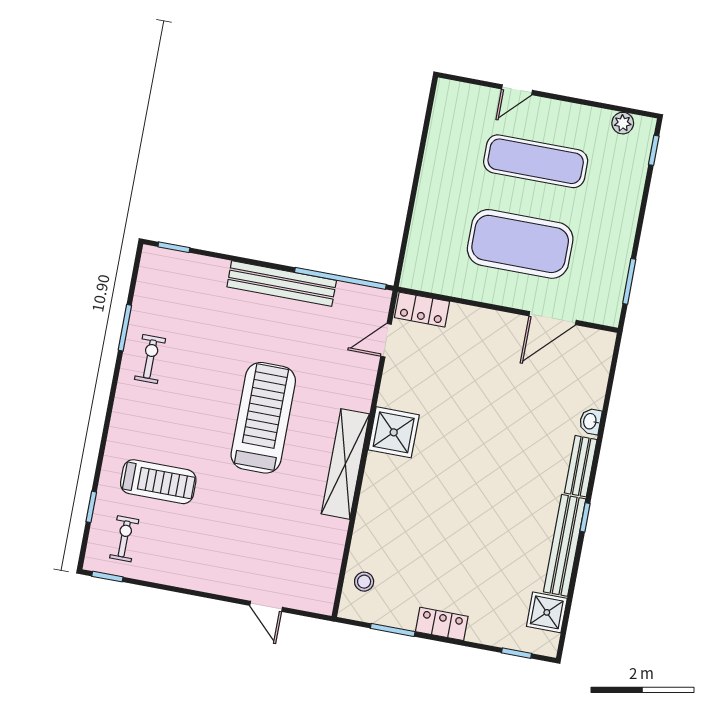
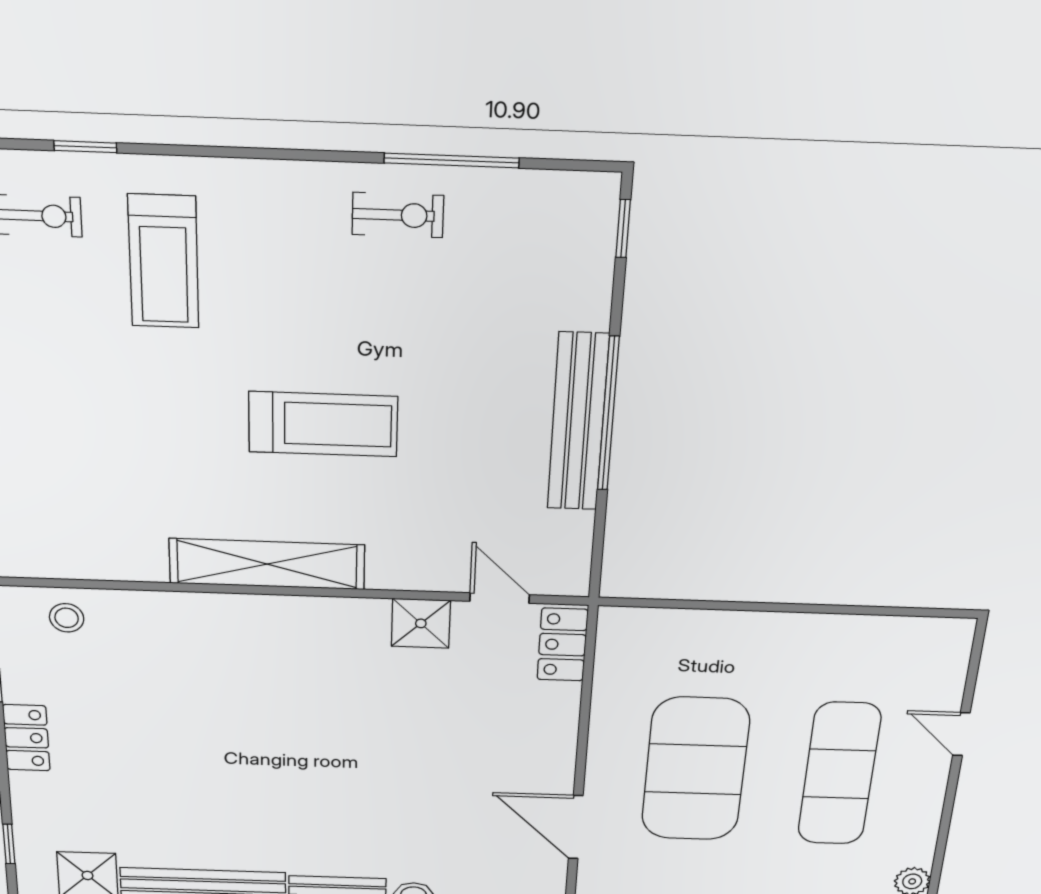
window: (340, 278) -> (608, 414), moved
window: (125, 328) -> (452, 160), width x1.44
treadmill: (263, 418) -> (323, 424), width x0.73, depth x0.73
shower: (394, 432) -> (421, 623), moved, width x0.73, depth x0.73

